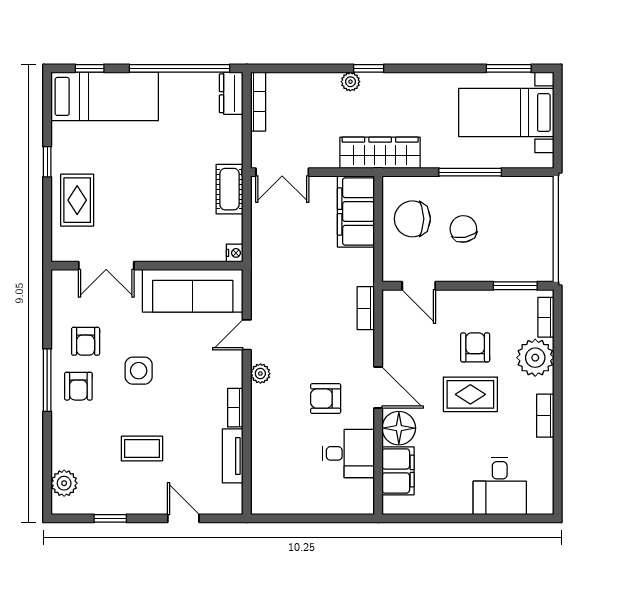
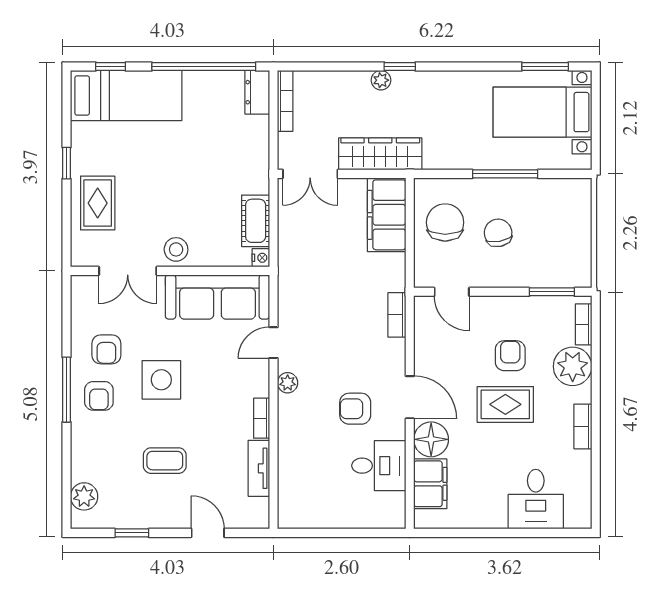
wardrobe: (380, 153) -> (380, 154), moved
cot: (229, 189) -> (256, 221), moved
chair: (412, 219) -> (445, 222), turned 90
stool: (153, 245) -> (176, 249), added
side table: (139, 371) -> (161, 380), width x1.37, depth x1.37

